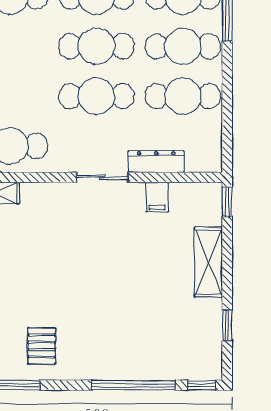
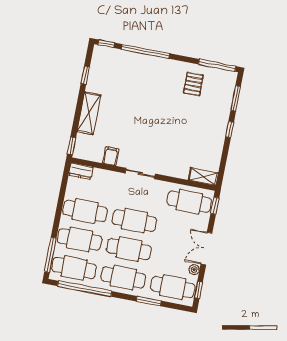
dresser: (156, 162) -> (81, 171), moved, width x0.70

